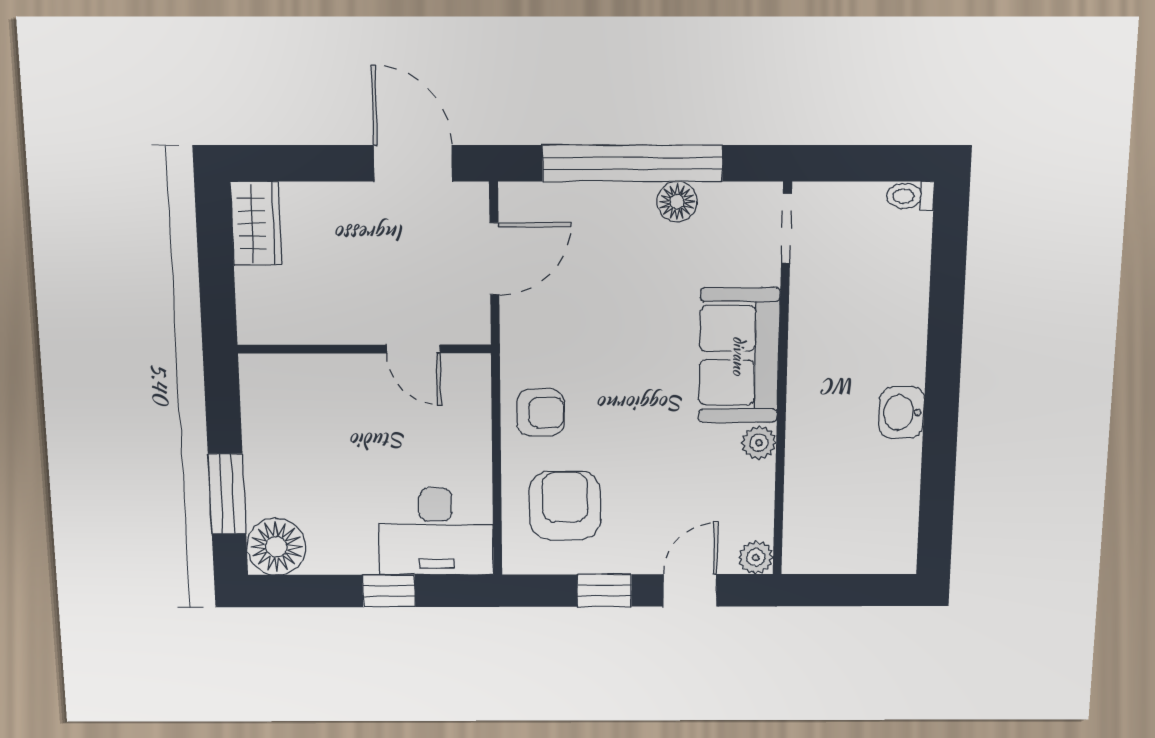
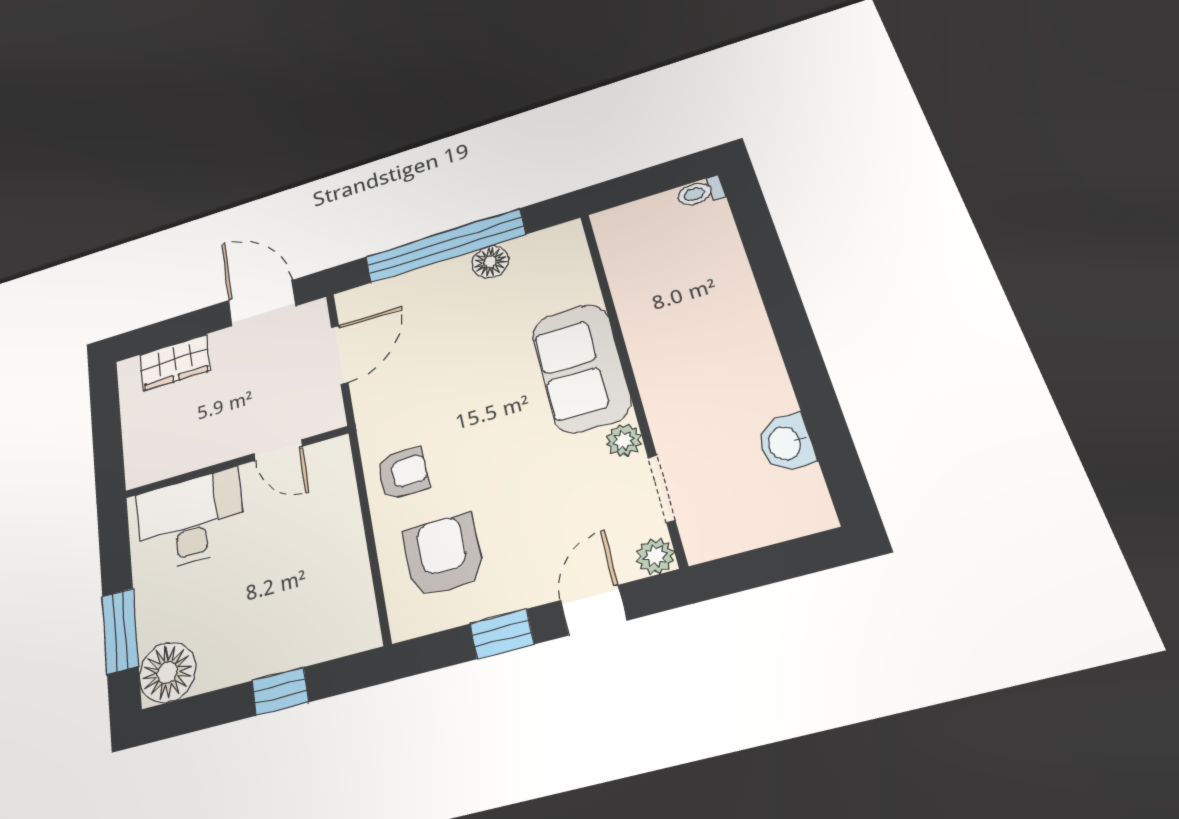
wardrobe: (256, 223) -> (175, 363), moved, turned 90
doorway: (786, 228) -> (662, 489), moved
washbasin: (902, 412) -> (786, 443), moved
desk: (436, 532) -> (190, 520), moved, turned 180

